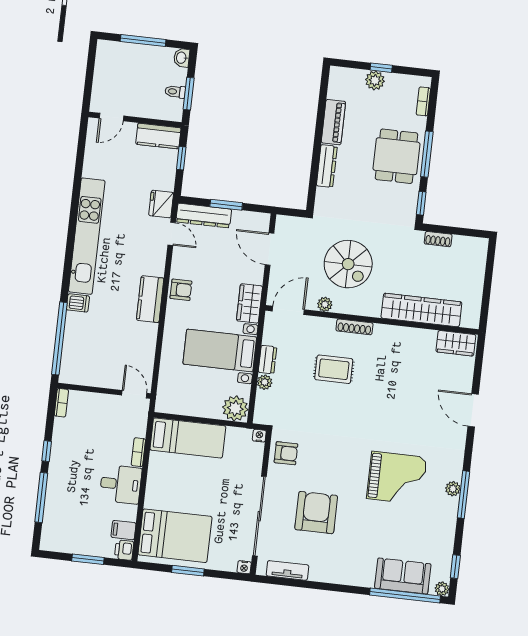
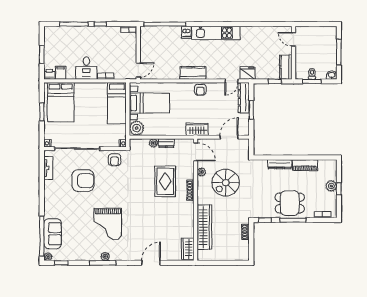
kitchen unit: (87, 236) -> (216, 33), width x0.73
bed with nightstands: (220, 350) -> (149, 103), moved, turned 90
rug: (334, 369) -> (165, 181), width x1.36, depth x1.43

